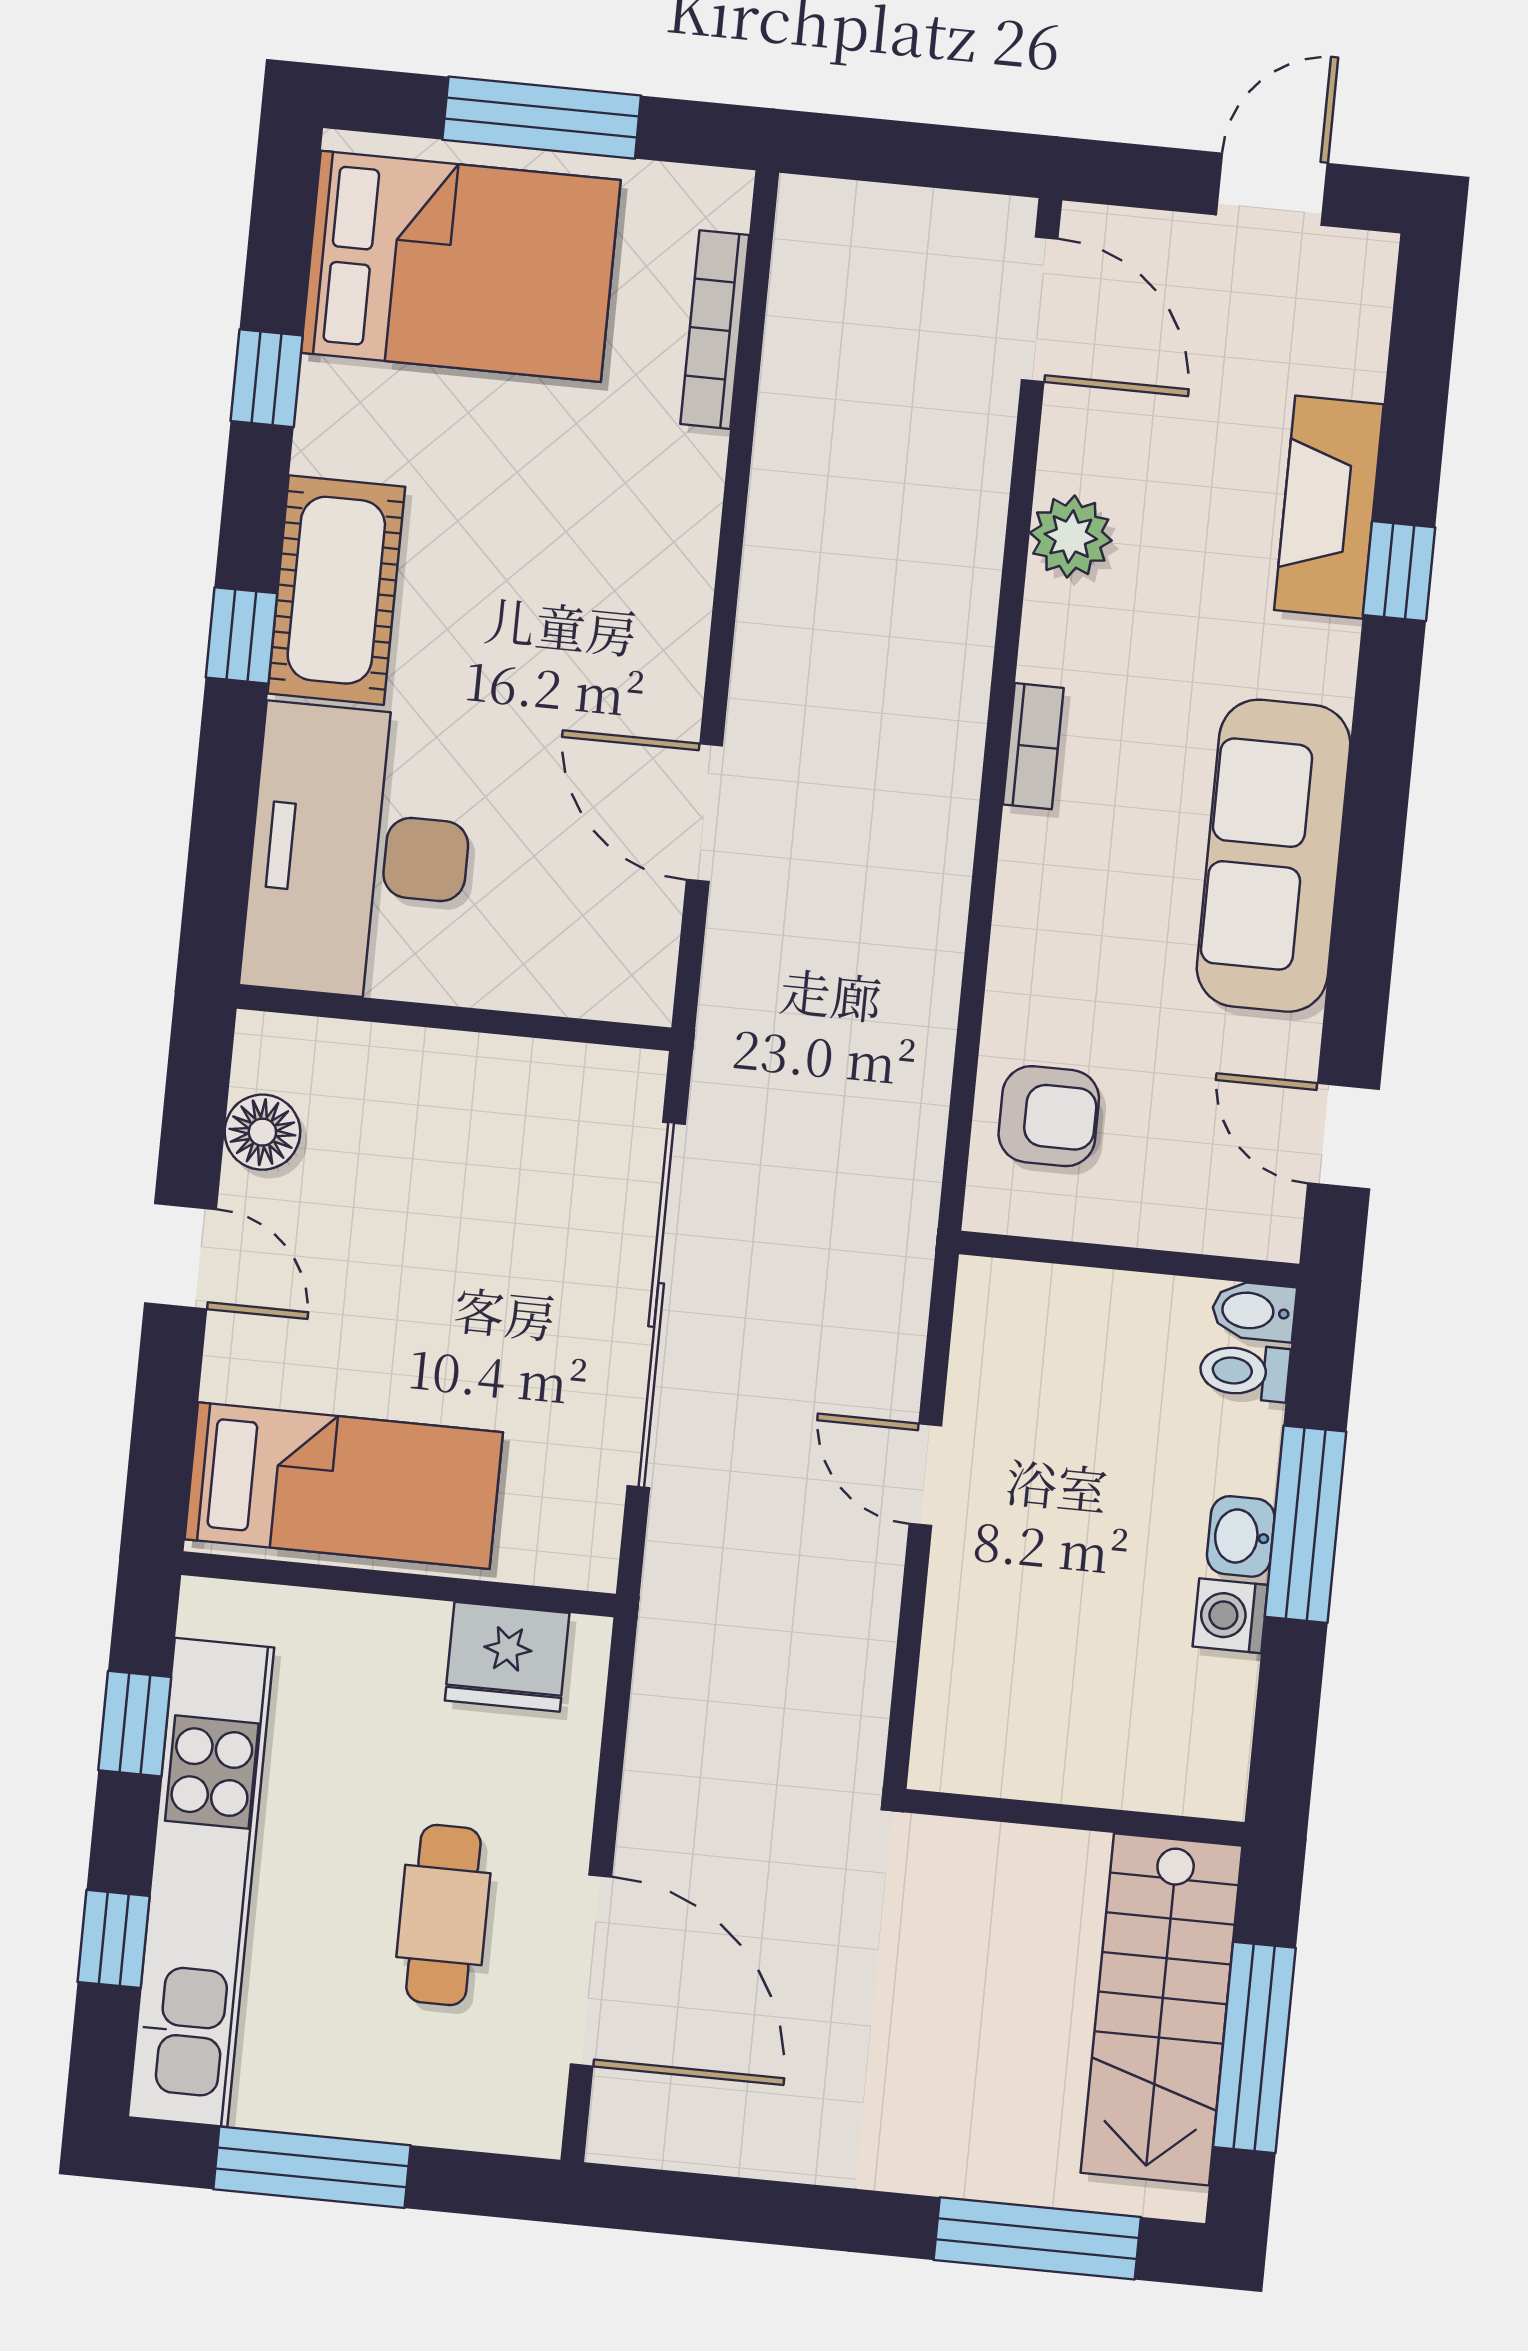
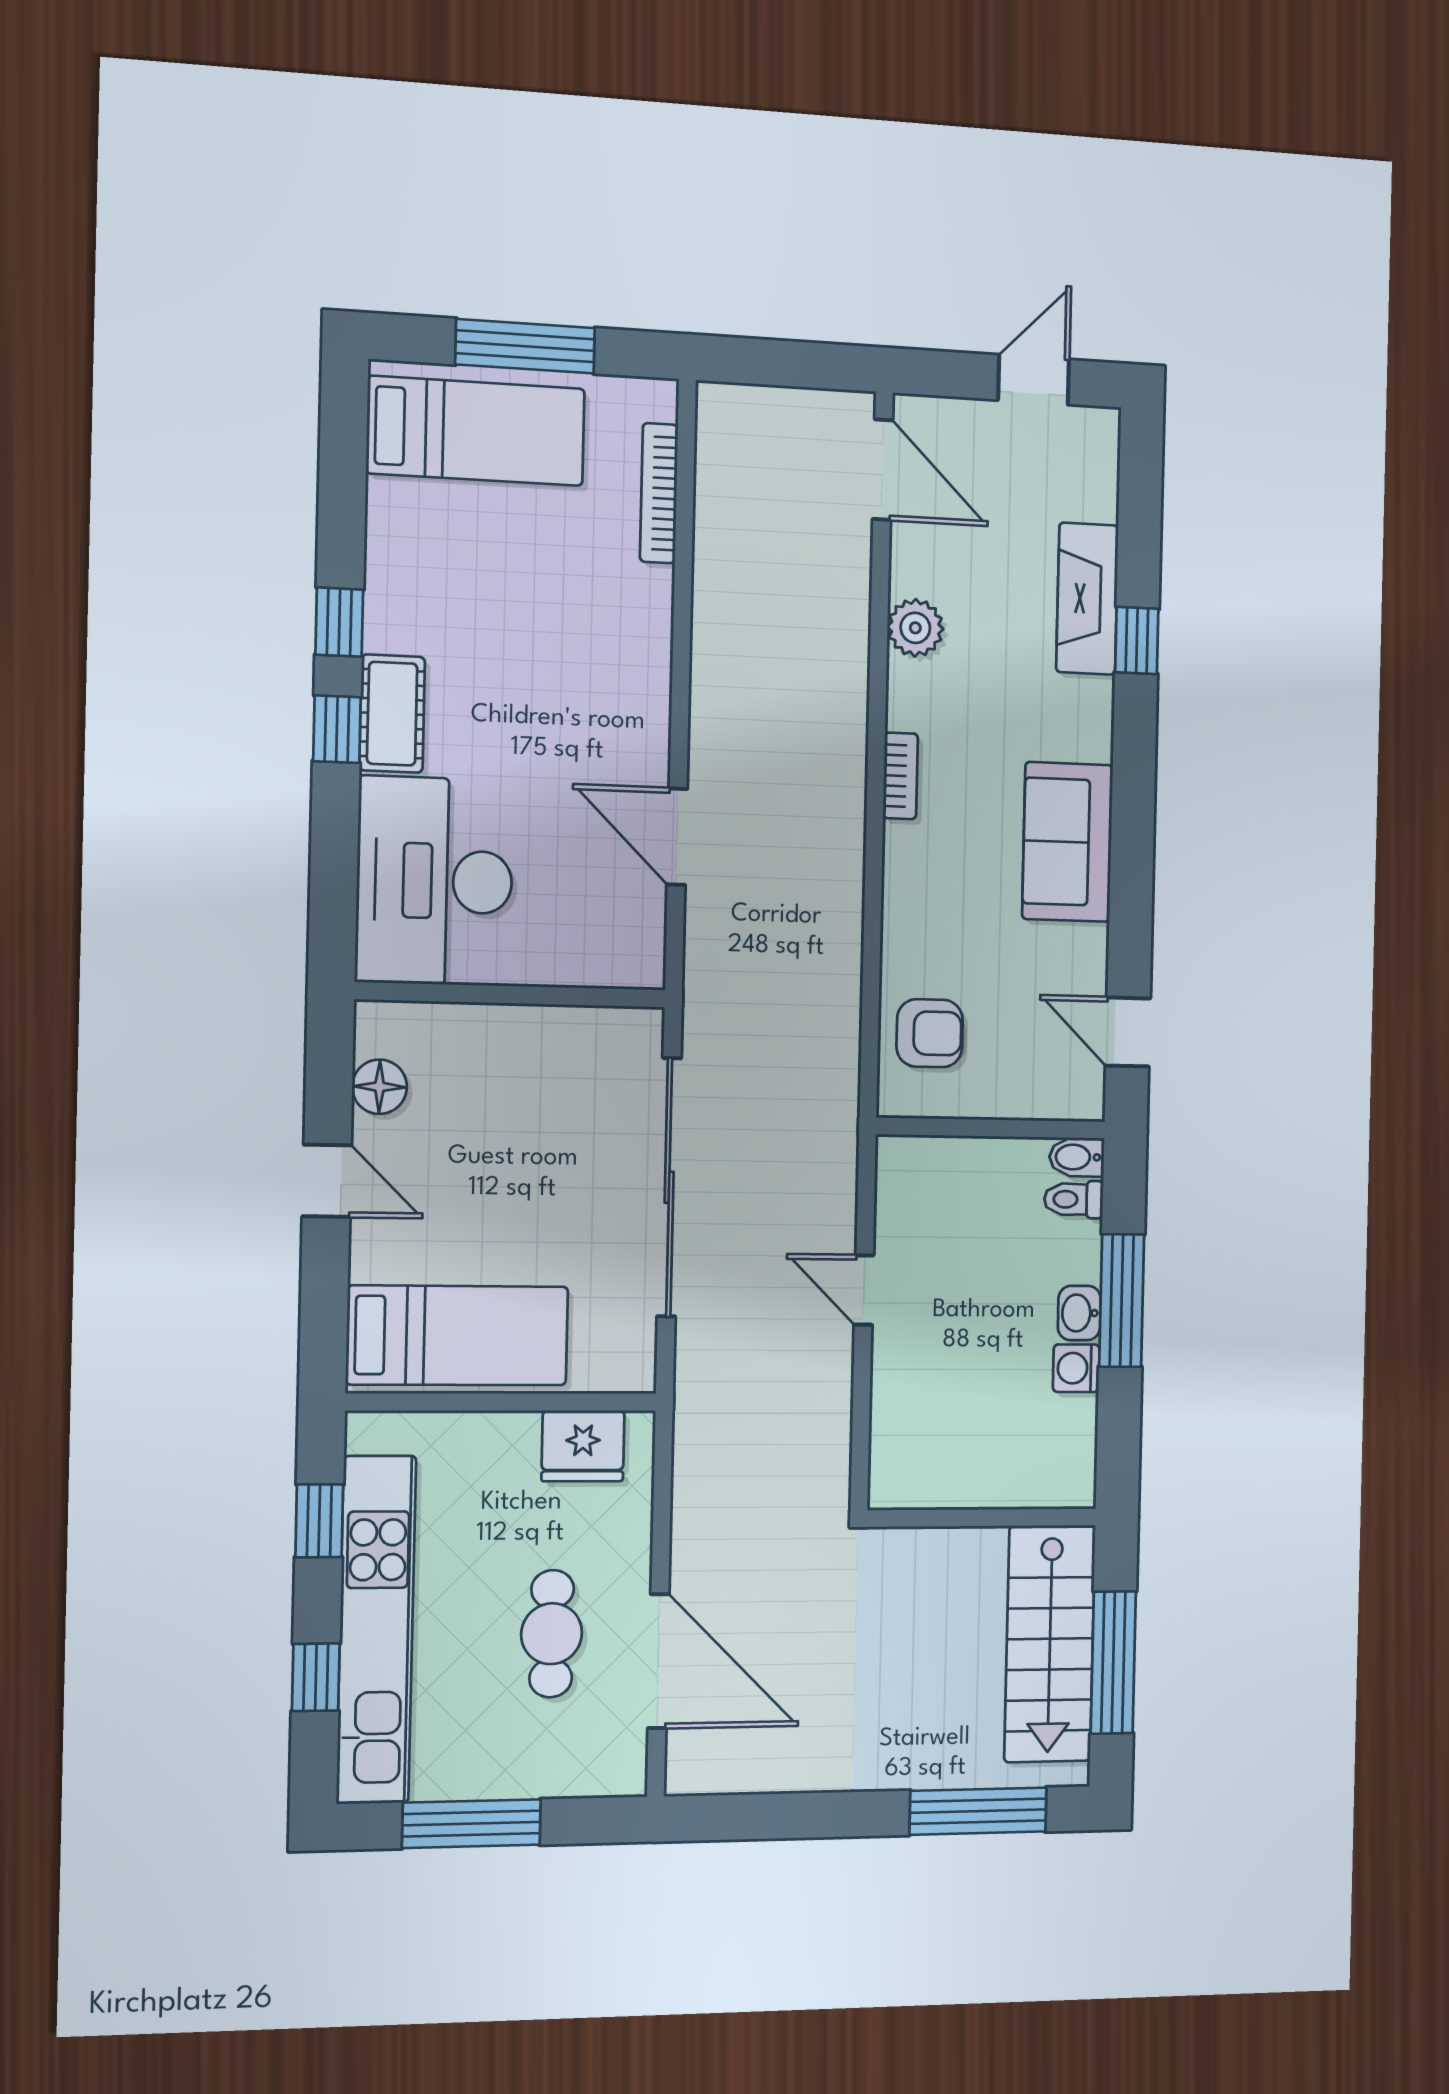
bed: (461, 266) -> (476, 431), width x0.67
window: (267, 378) -> (339, 622), moved
cot: (336, 590) -> (392, 714), width x0.73, depth x0.75
sofa: (1274, 856) -> (1068, 842), width x0.73

